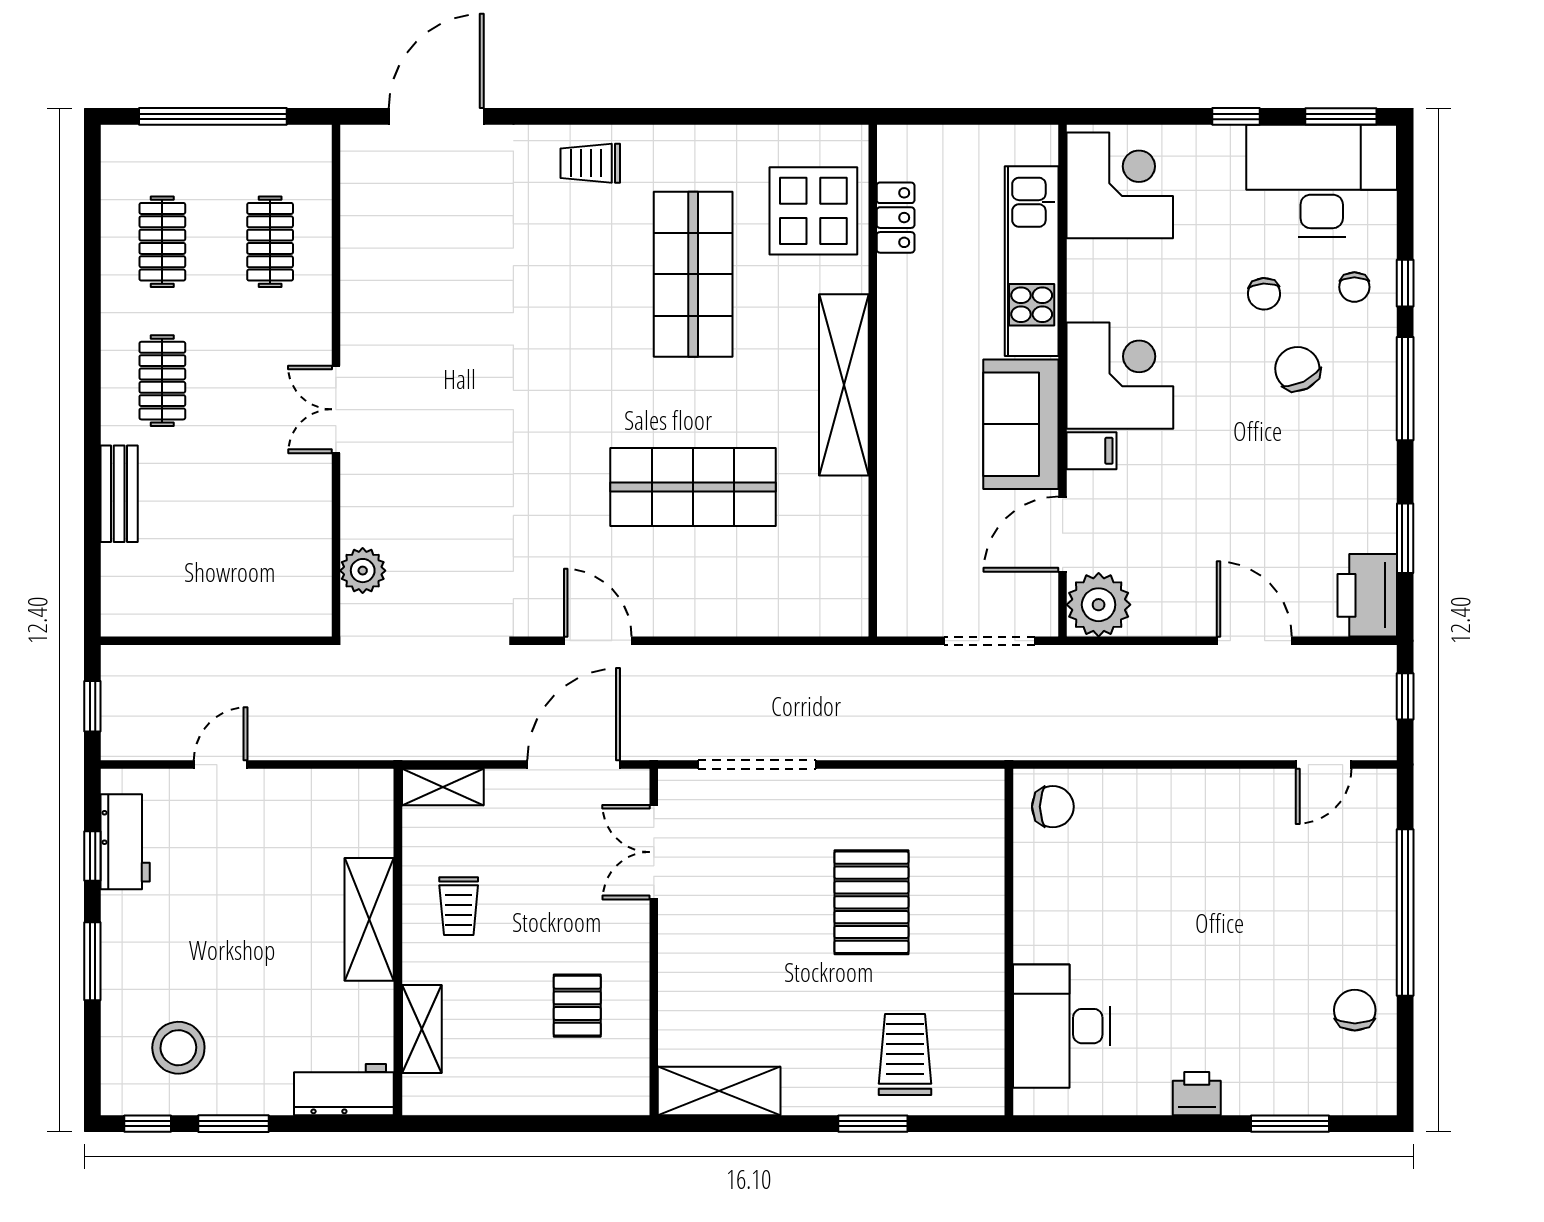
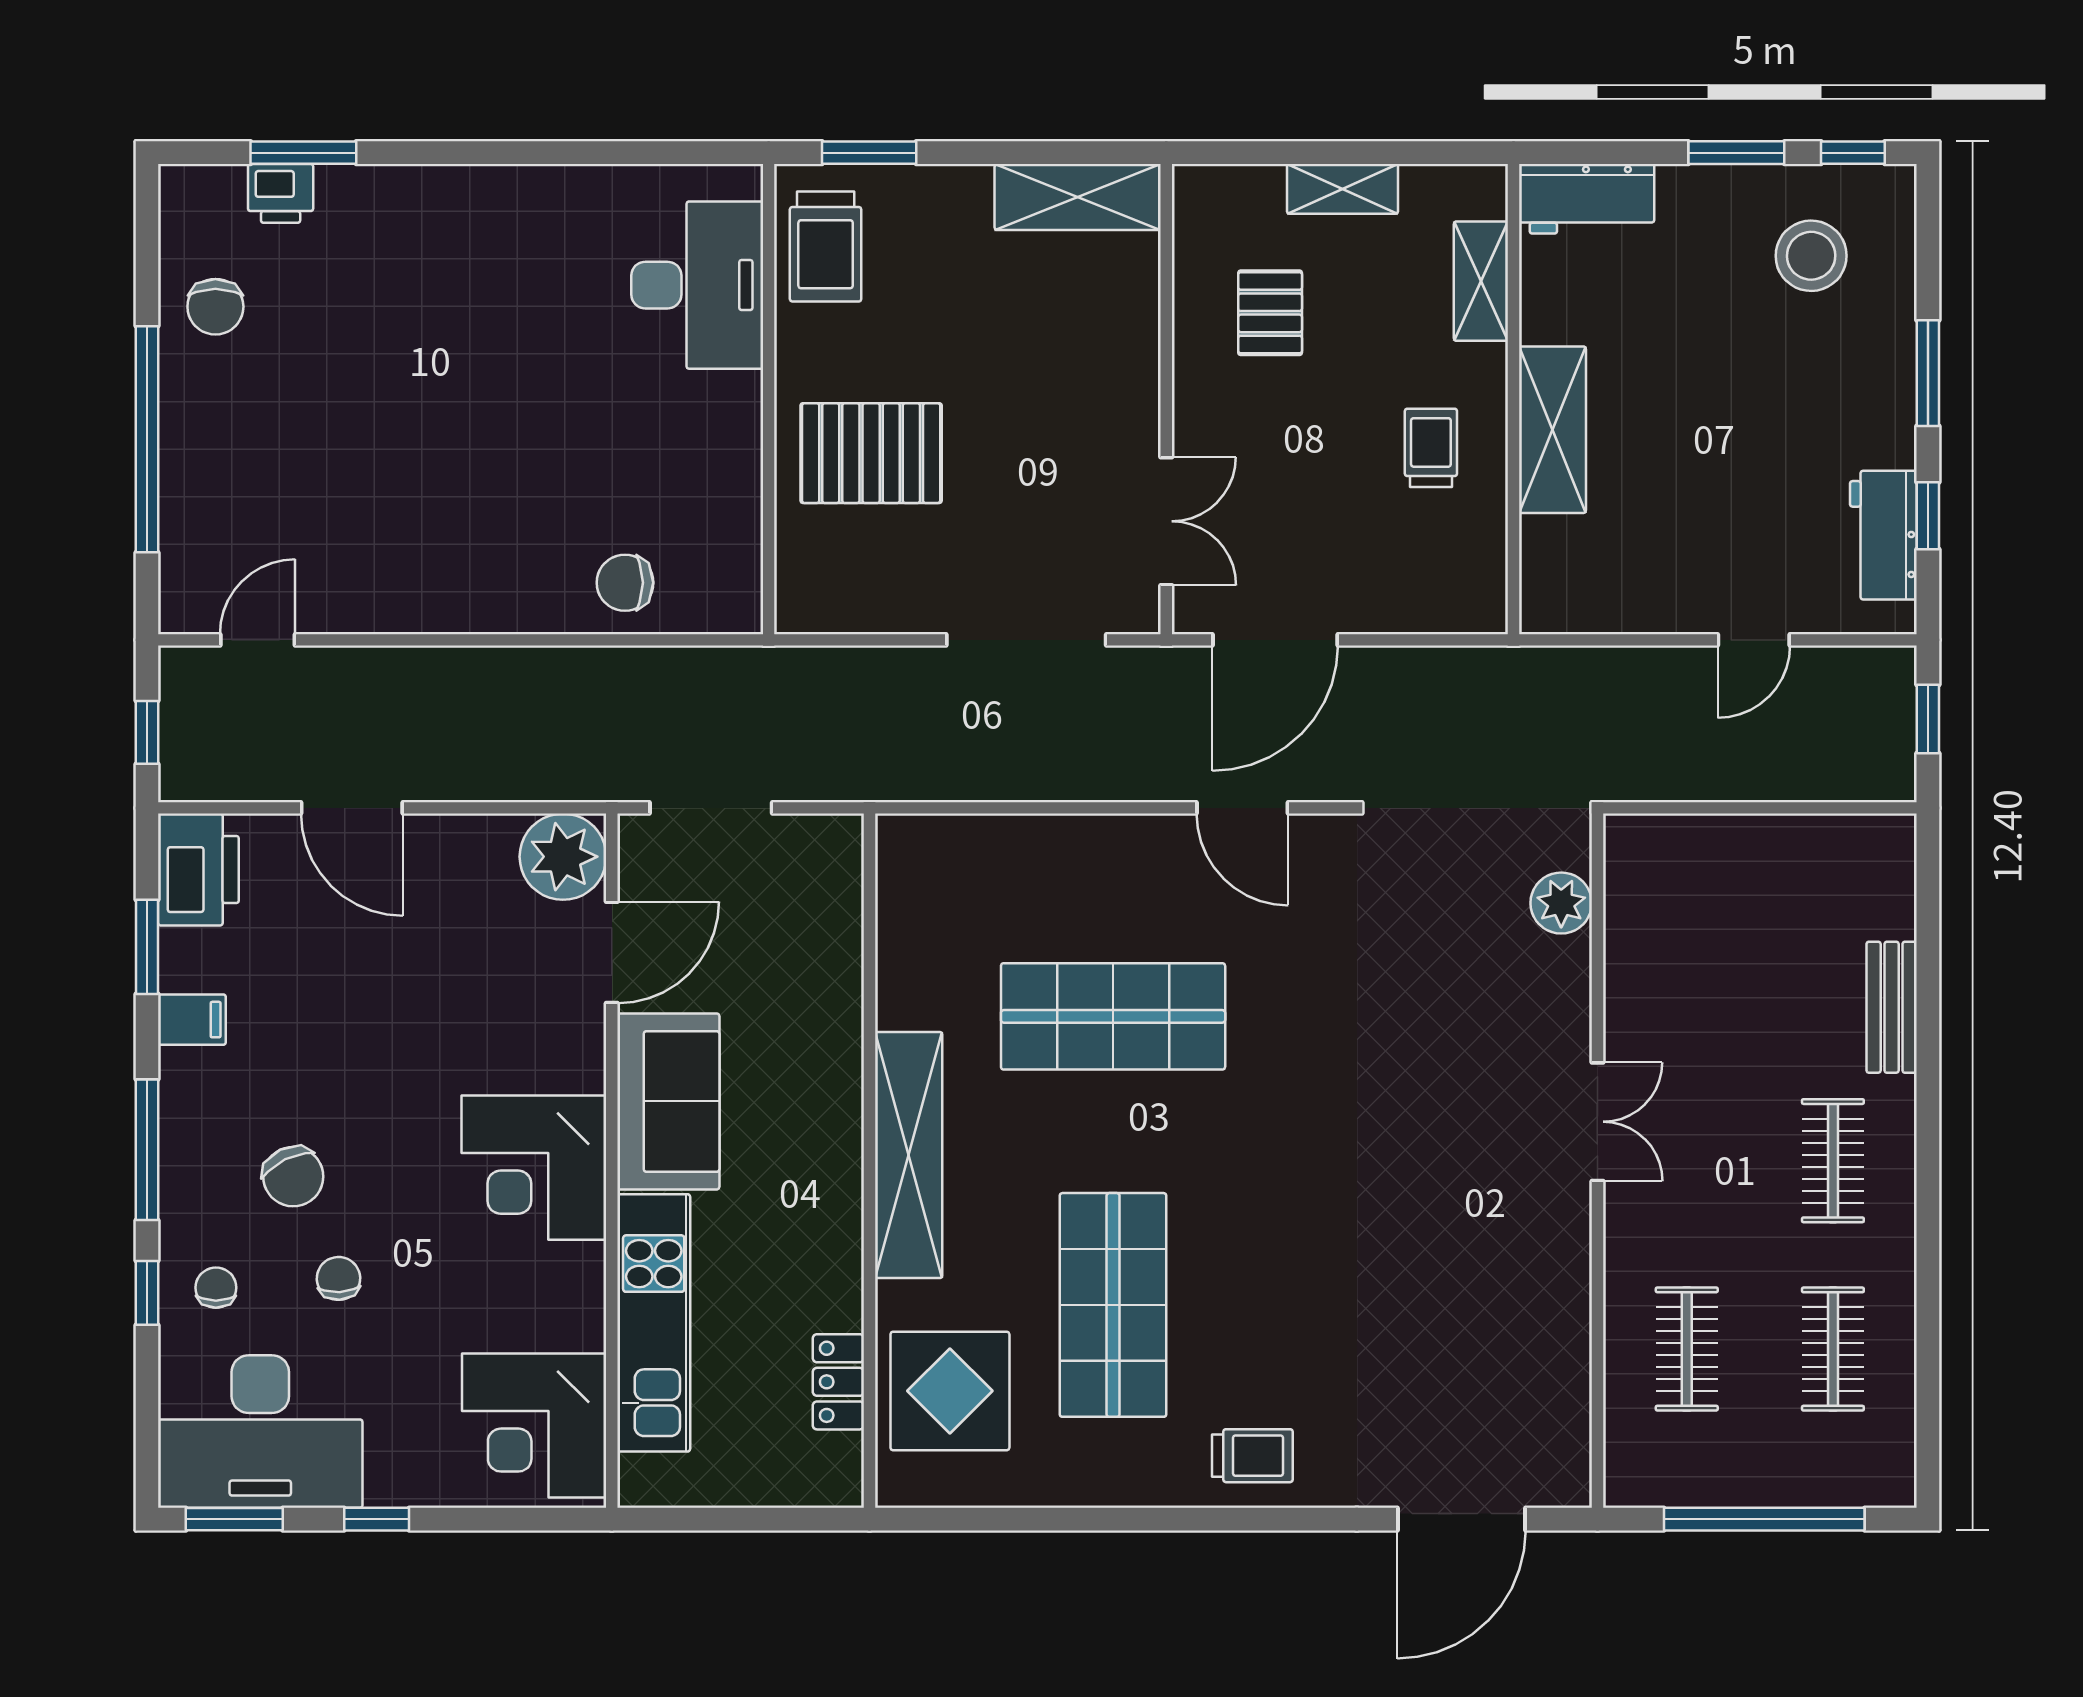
filing cabinet: (1092, 451) -> (192, 1020), moved, turned 180
shelving: (443, 787) -> (1343, 189), moved
pallet: (871, 902) -> (871, 453), turned 90
wall: (1009, 942) -> (769, 399), moved
desk: (1062, 1026) -> (697, 285), moved
printer: (1197, 1094) -> (281, 193), moved

